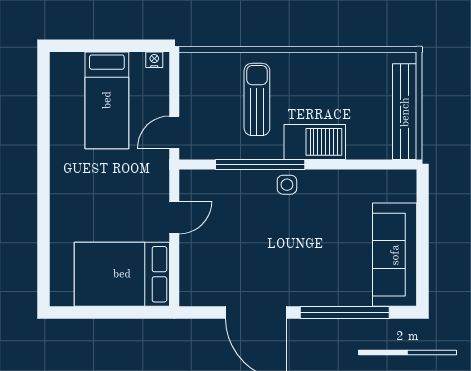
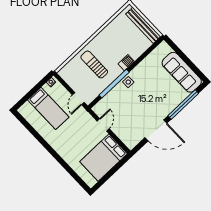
barbecue: (315, 142) -> (126, 63), width x0.53, depth x0.65

